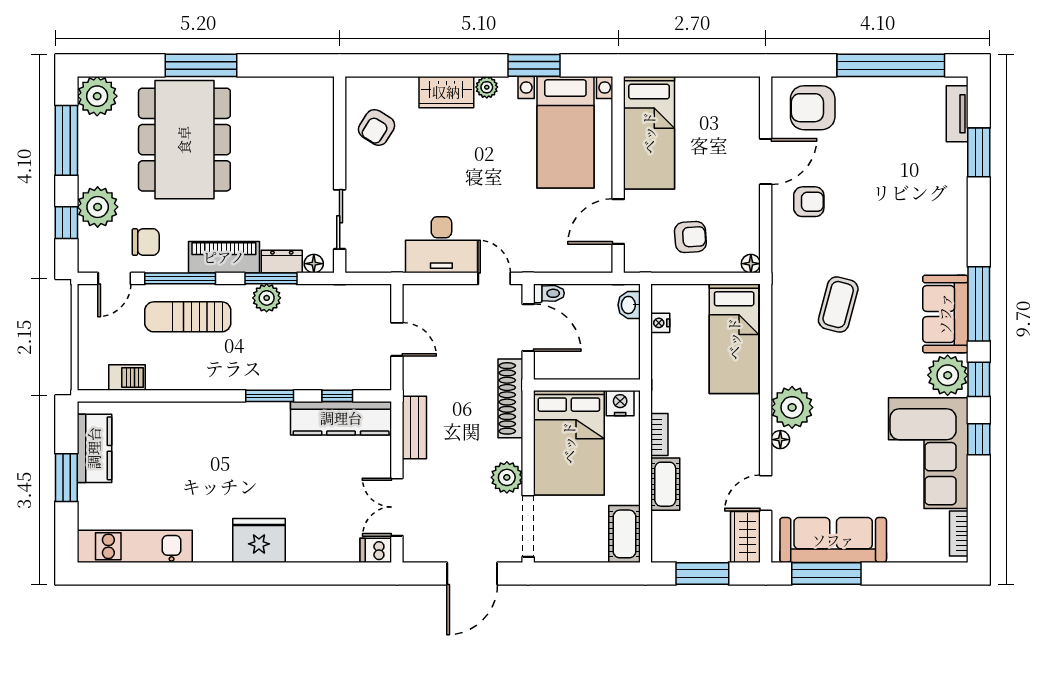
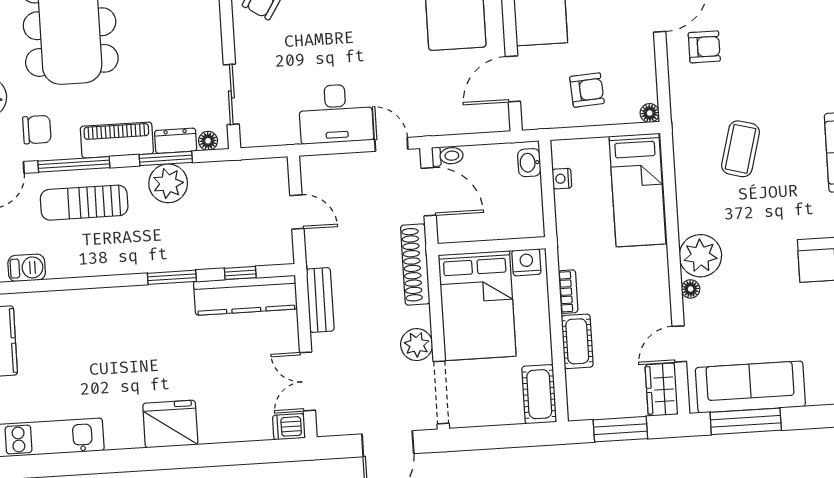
plant: (267, 298) -> (168, 183), width x1.36, depth x1.36

